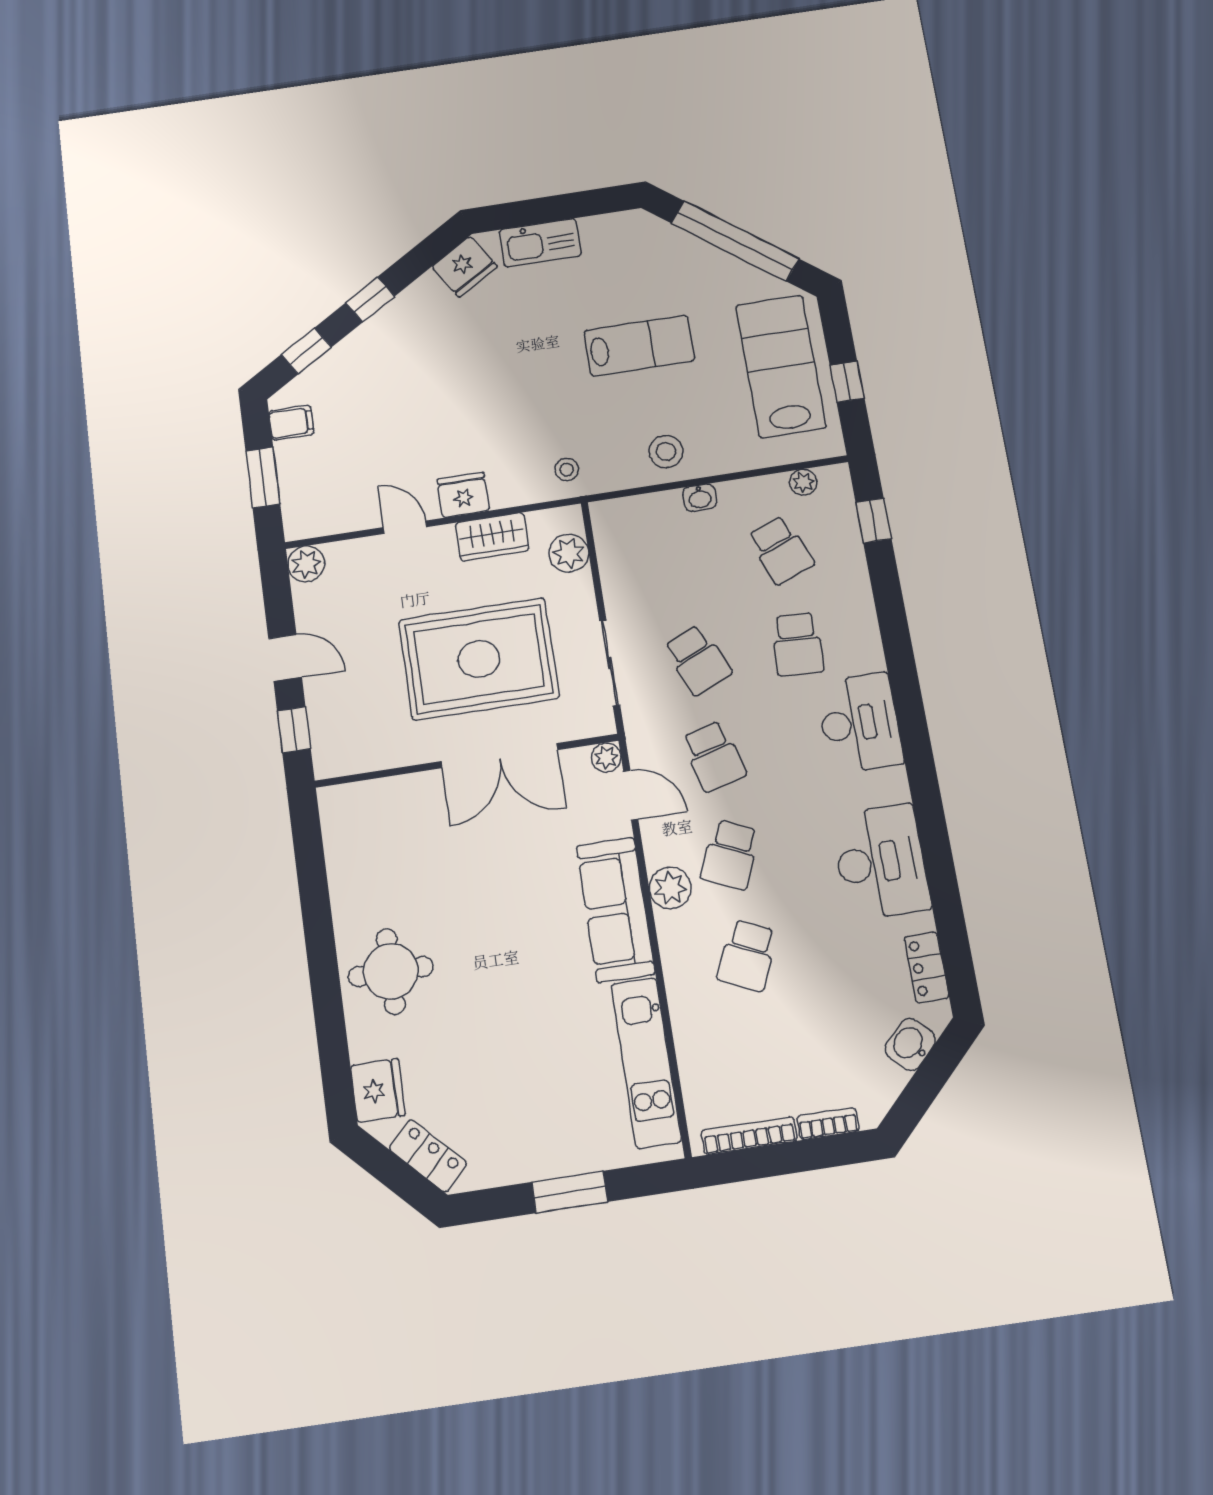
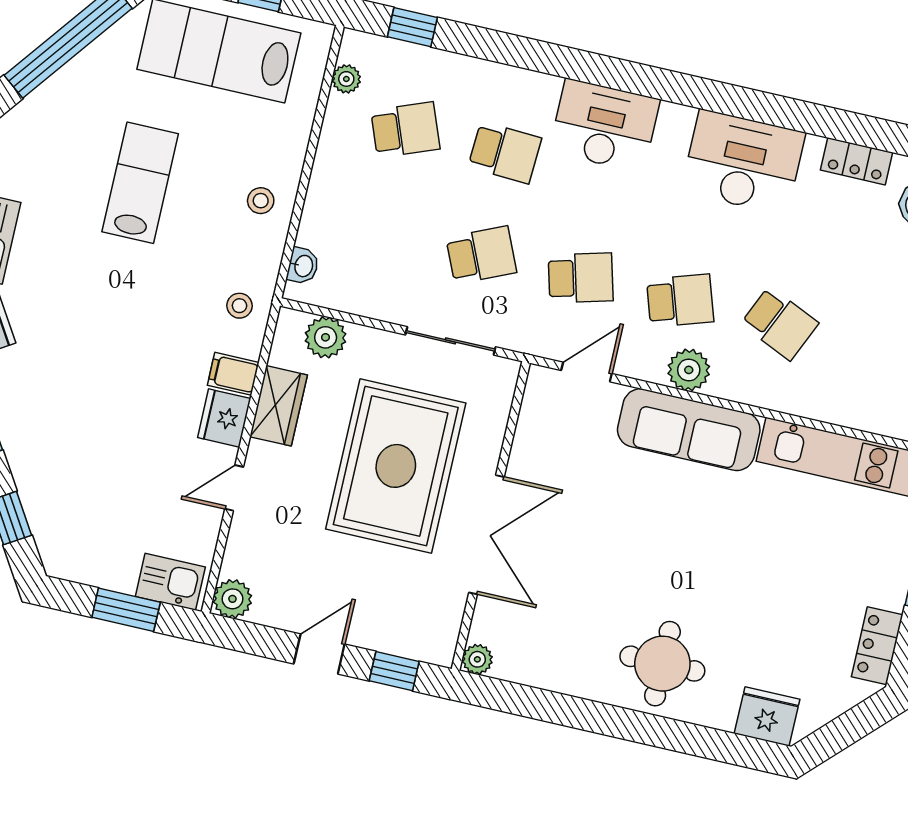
filing cabinet: (291, 423) -> (233, 374), moved, turned -90
stool: (666, 452) -> (261, 201), width x0.73, depth x0.73
washbasin: (700, 498) -> (303, 266), moved
kitchen sink: (302, 505) -> (170, 582), added
double door: (499, 756) -> (487, 535), moved
plant: (606, 758) -> (477, 659), moved
school desk: (730, 855) -> (680, 301), turned -42
locker: (428, 1156) -> (877, 646), moved, turned -45

